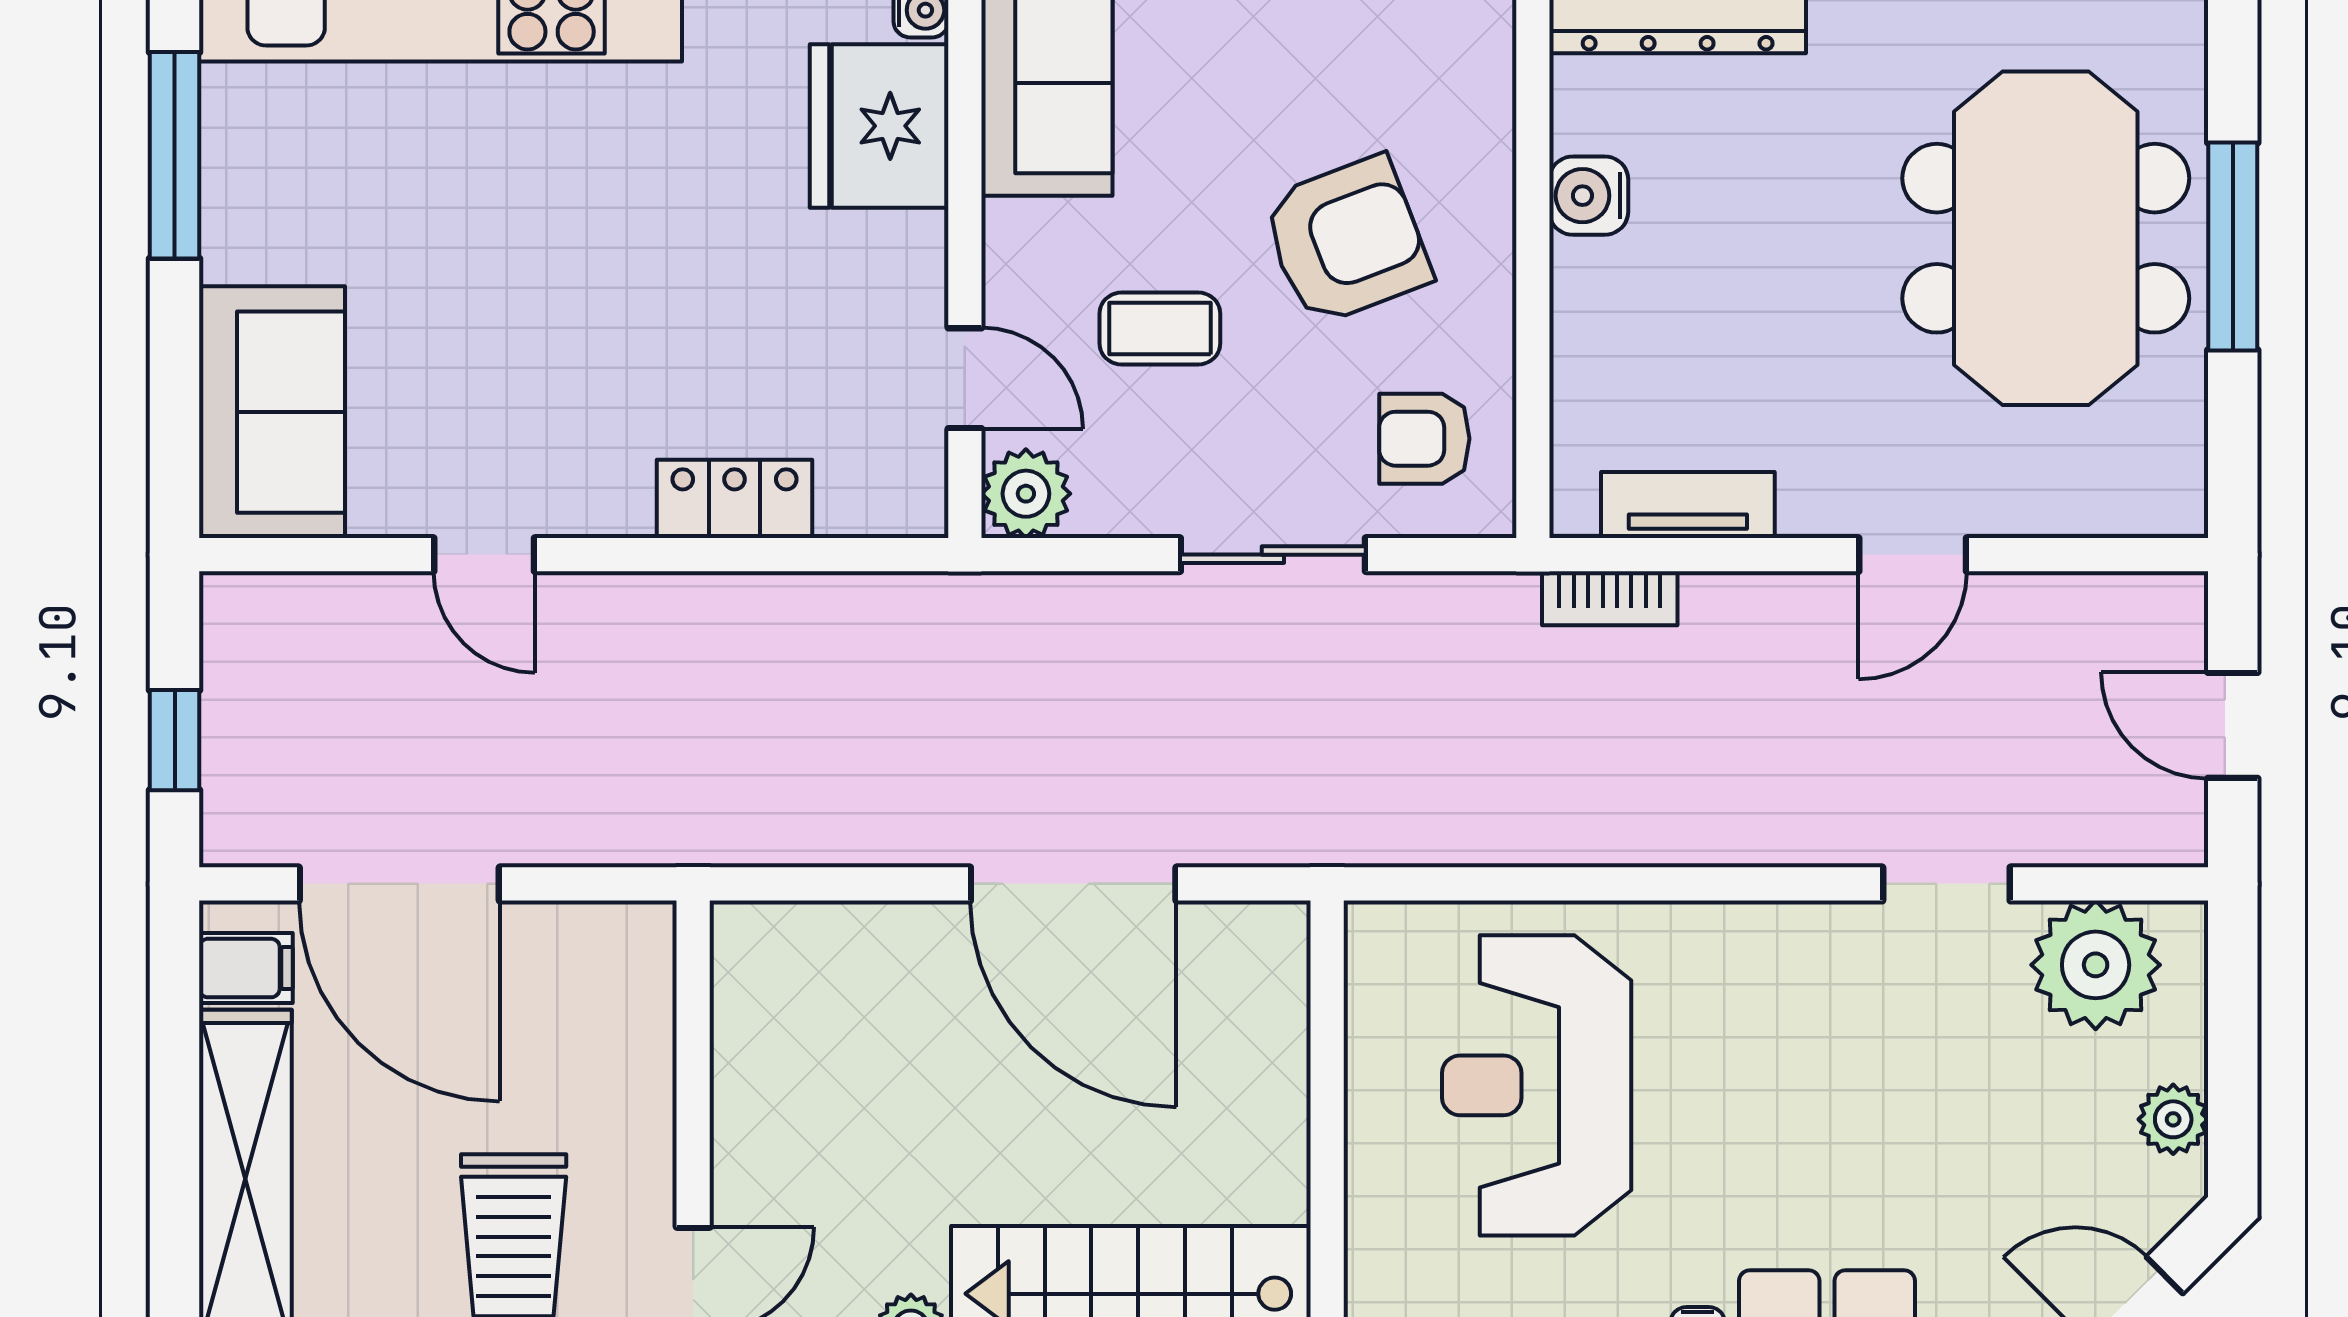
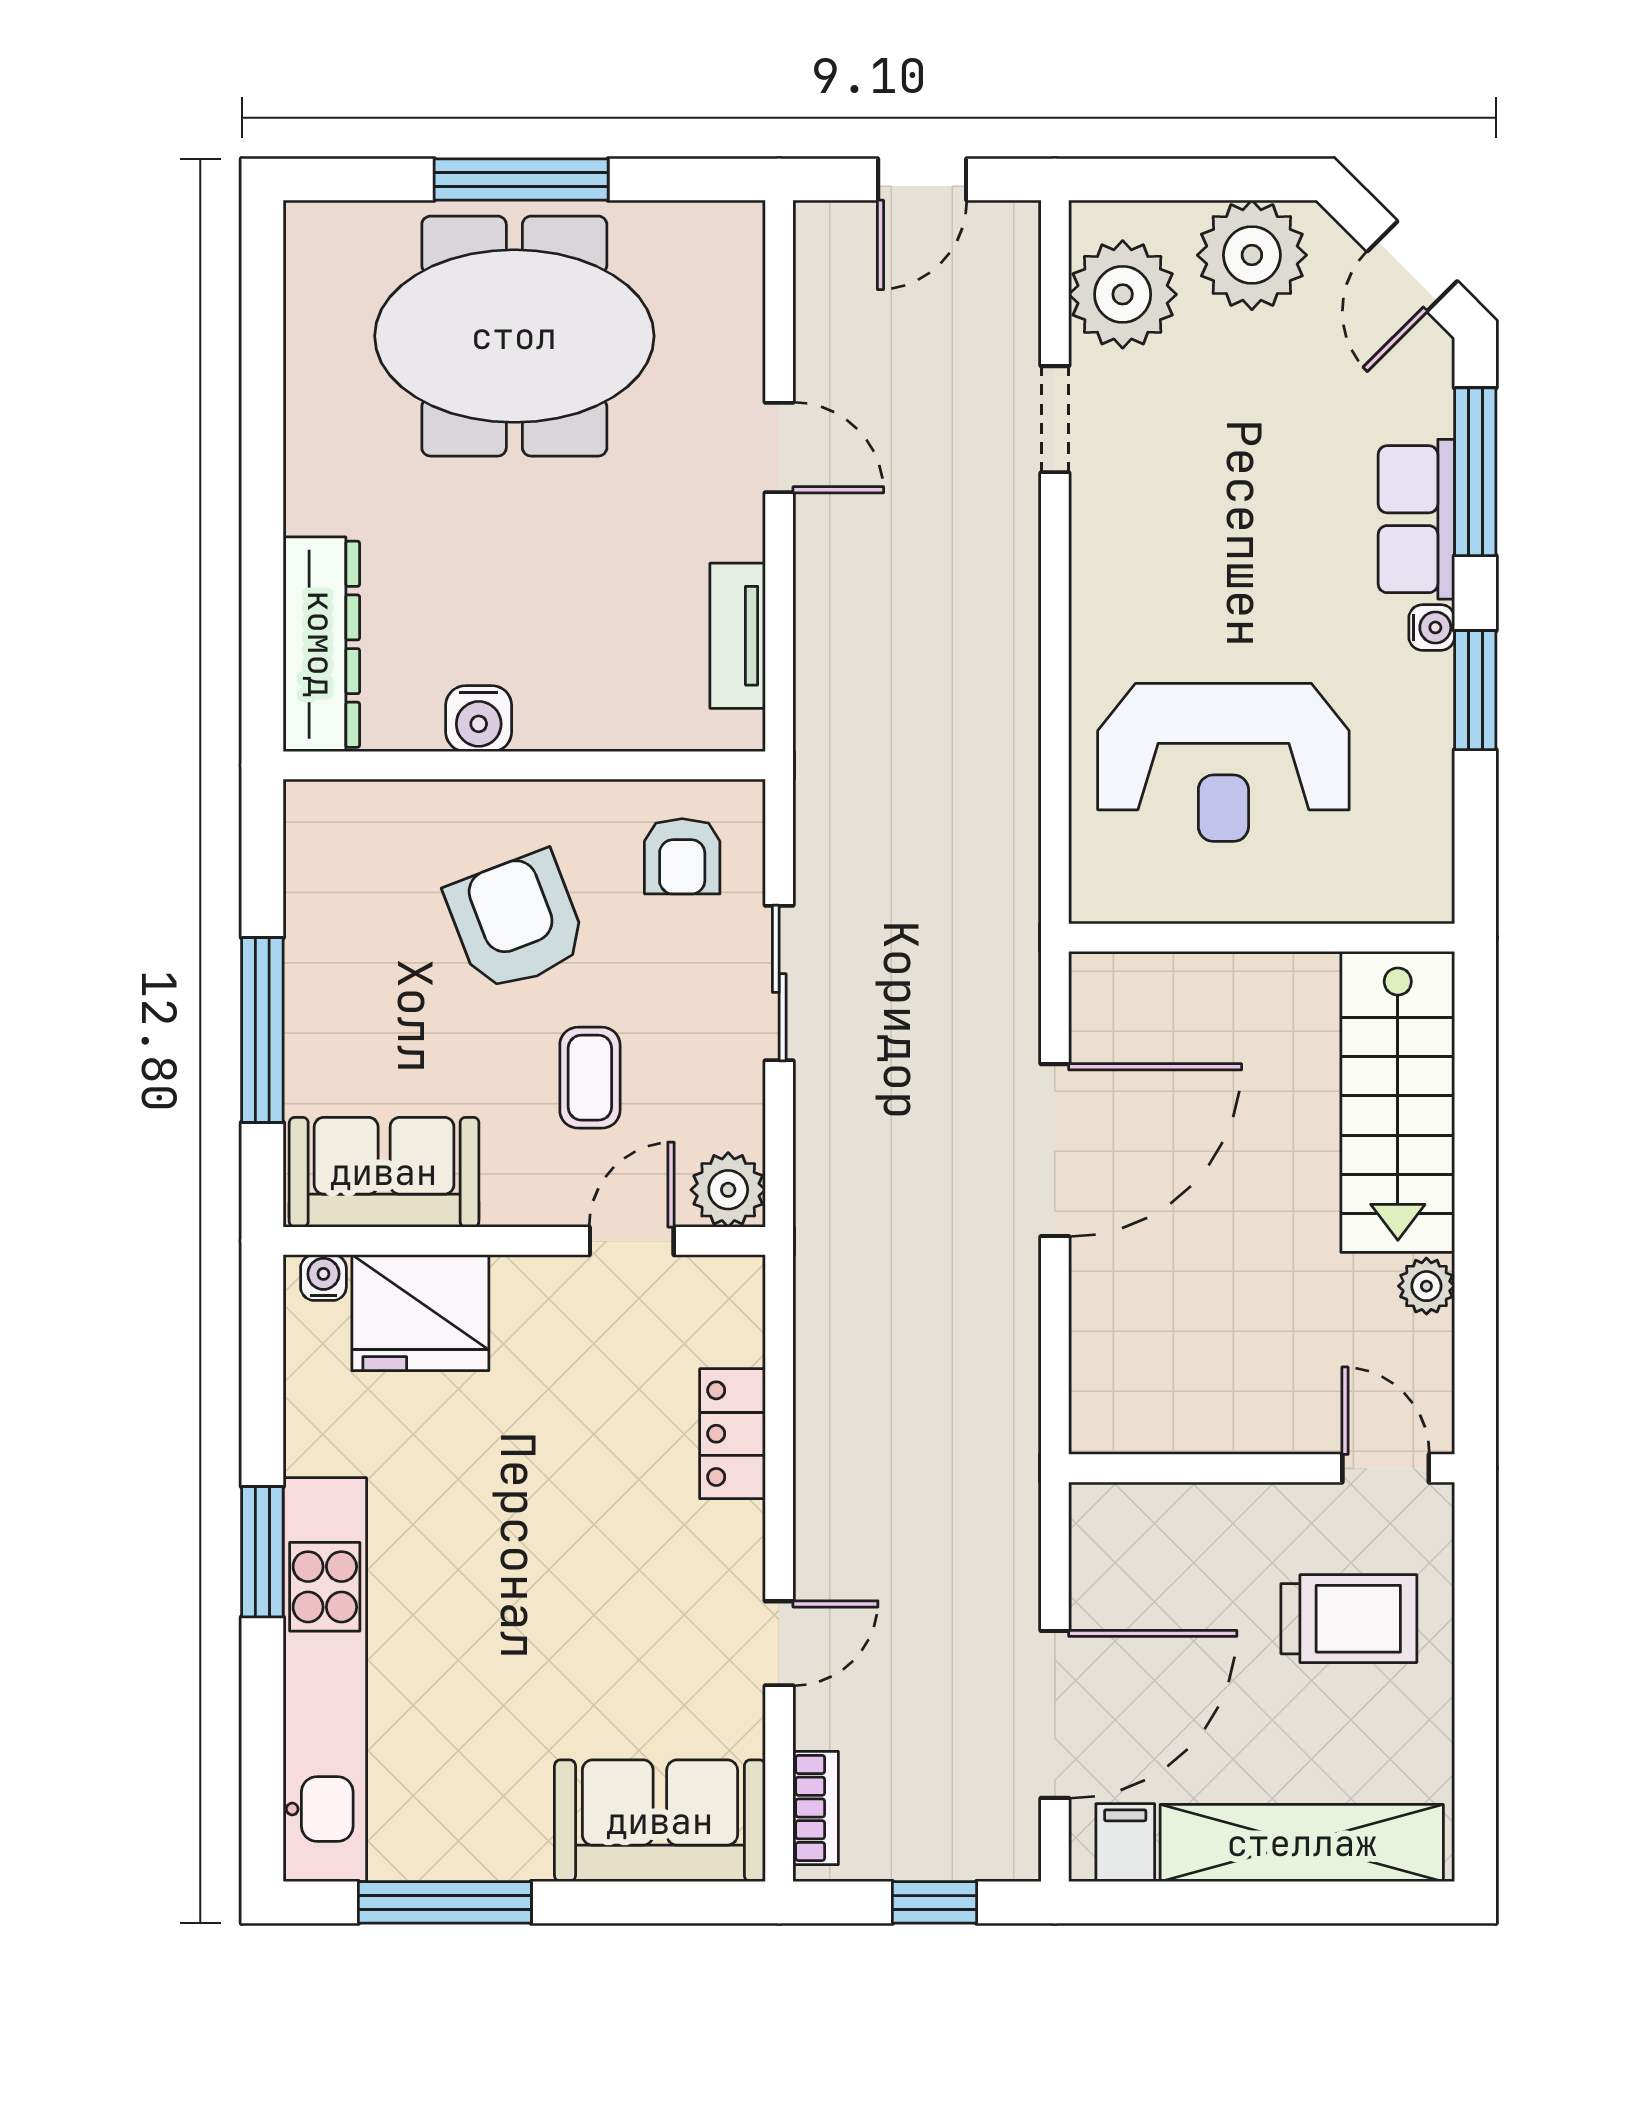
bookcase: (1610, 598) -> (816, 1808), moved
plant: (2173, 1119) -> (1252, 255), width x1.87, depth x1.87

